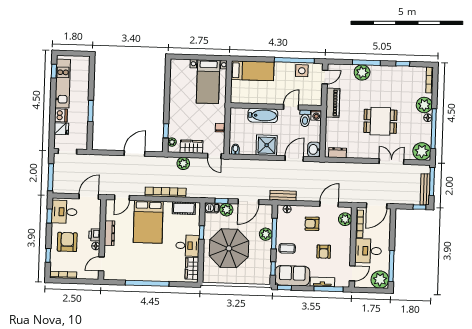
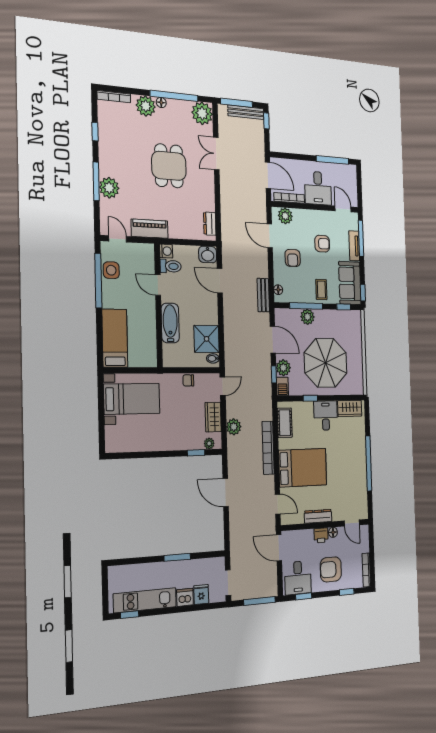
shower: (267, 145) -> (207, 339), moved
plant: (380, 280) -> (347, 175), removed

